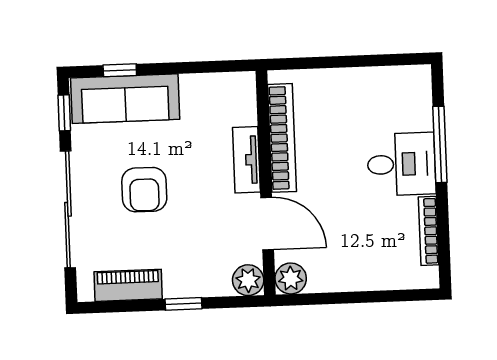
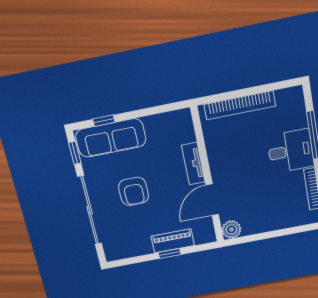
bookcase: (282, 138) -> (240, 105), moved, turned 90
door: (267, 224) -> (212, 200), swing flipped
plant: (248, 280) -> (206, 234), removed
piano: (128, 285) -> (173, 241), moved

